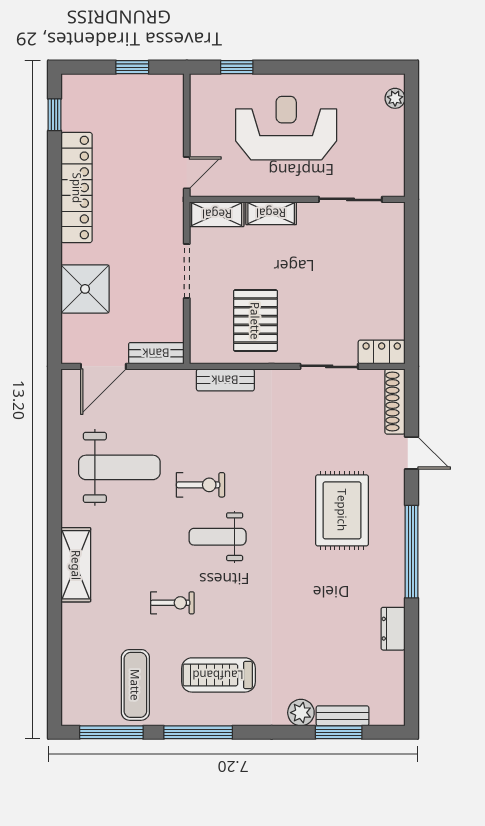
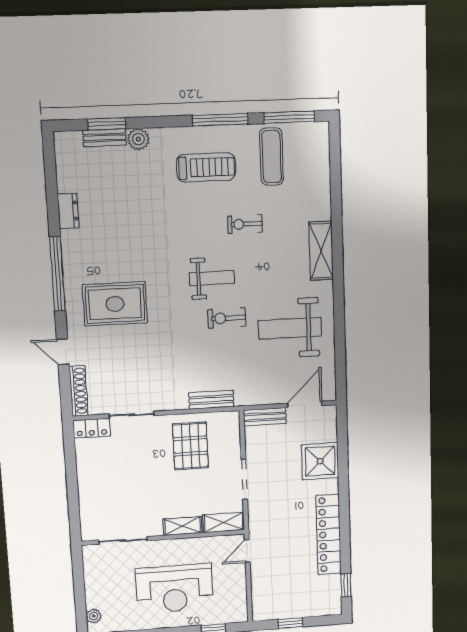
rug: (342, 510) -> (115, 304), turned 90

